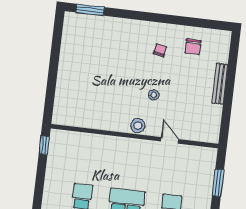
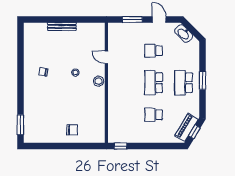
chair: (193, 47) -> (72, 130), moved
door: (170, 140) -> (106, 57), hinge flipped

